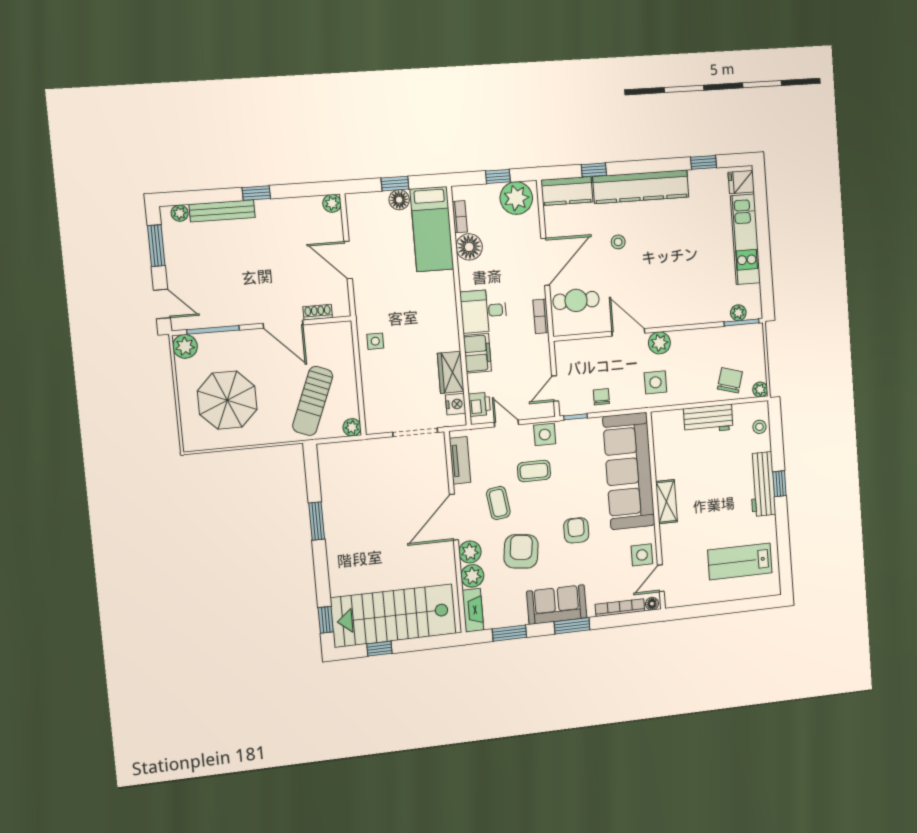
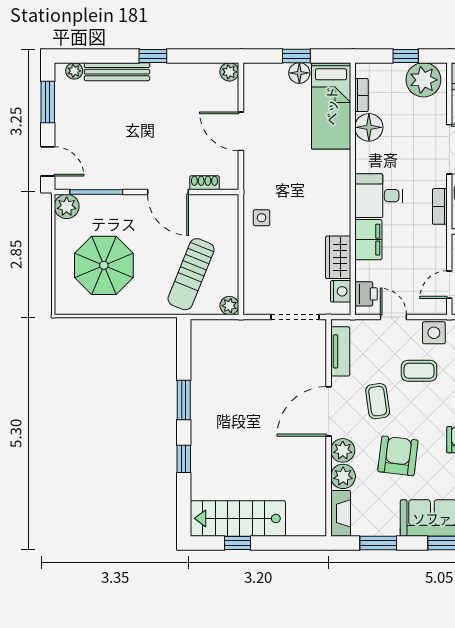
stairs: (393, 616) -> (238, 518), width x0.73, depth x0.66
window: (326, 620) -> (184, 459), moved

